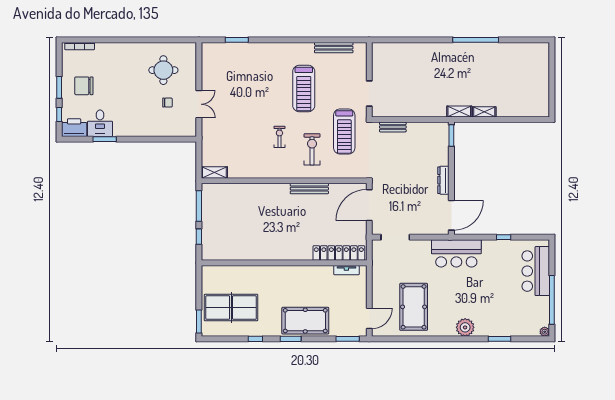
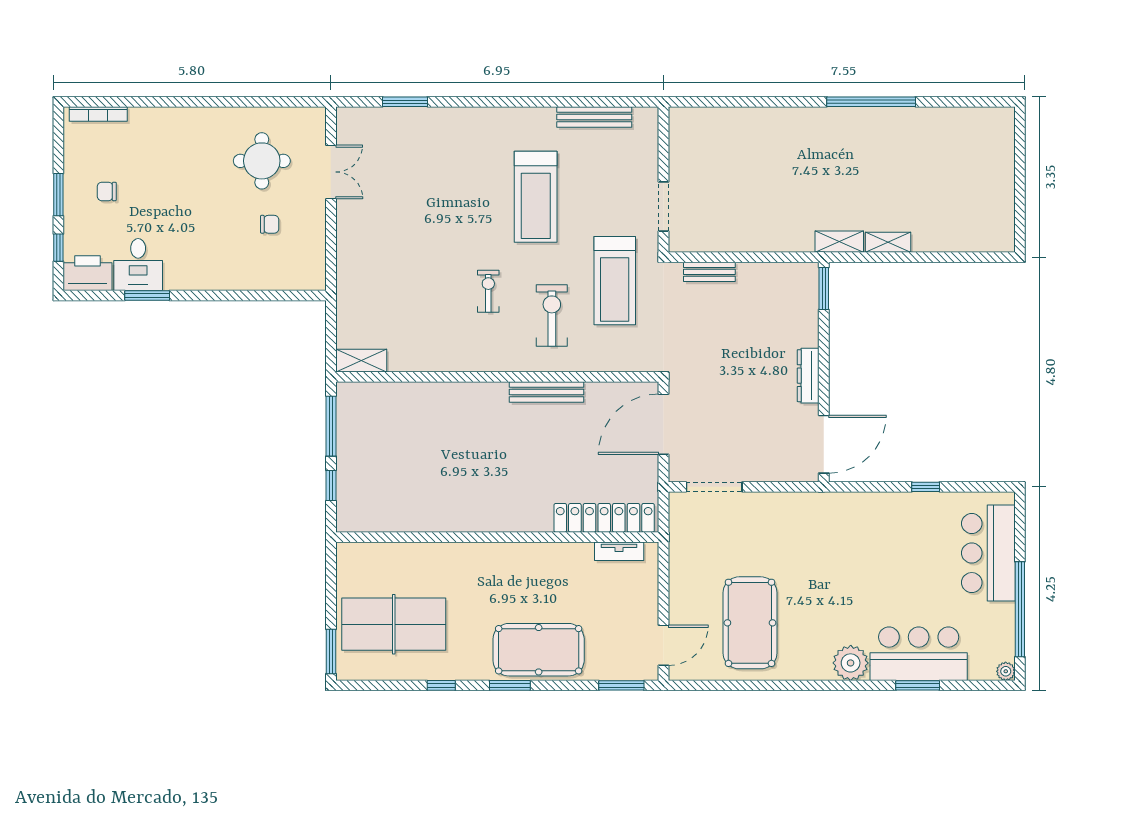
chair: (84, 86) -> (107, 191), width x0.54, depth x0.54
double door: (199, 104) -> (331, 172), moved
bar counter: (456, 253) -> (919, 654), moved, turned 180

